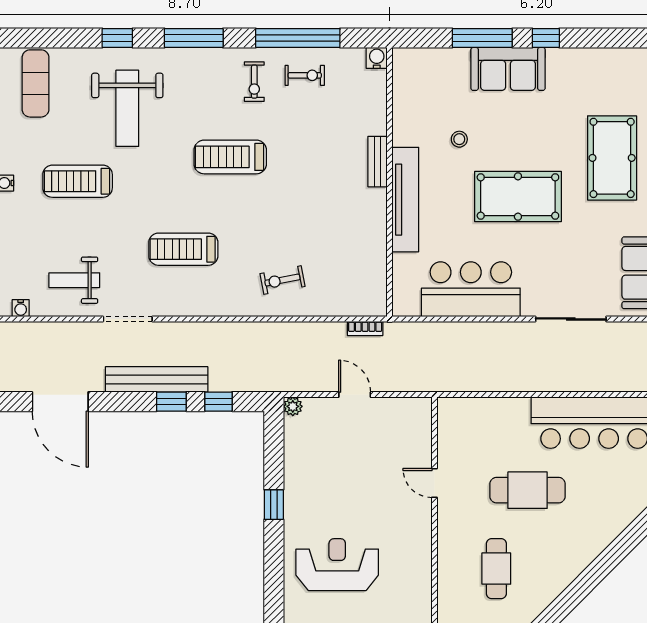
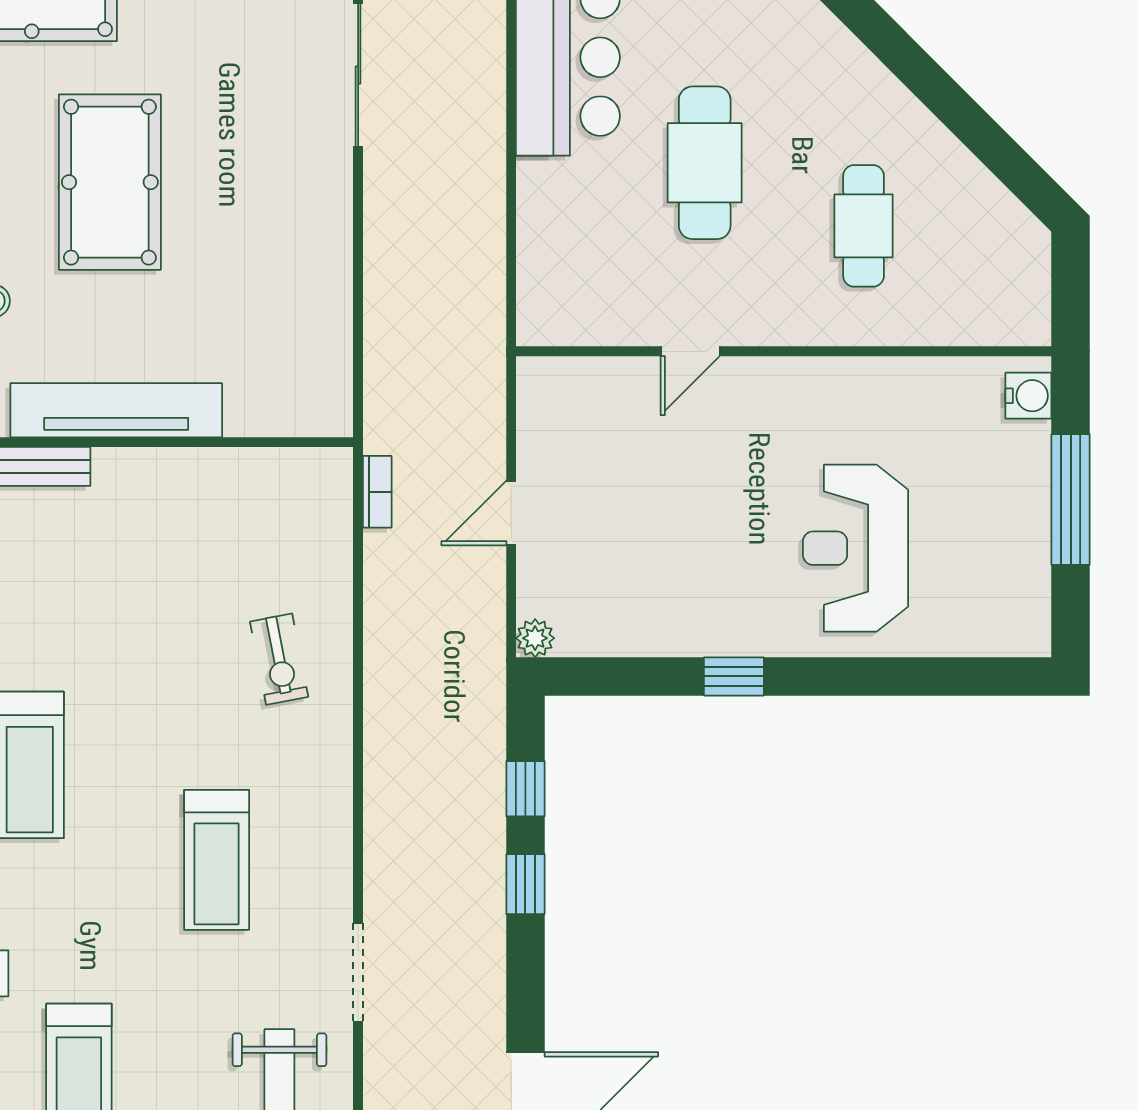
bar counter: (471, 289) -> (298, 278), removed
bench: (157, 379) -> (480, 914), removed
cafe table: (496, 569) -> (864, 226), turned 90

